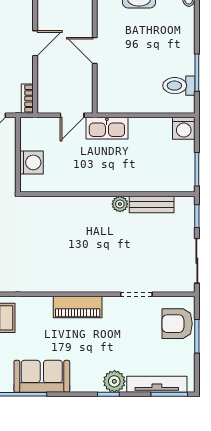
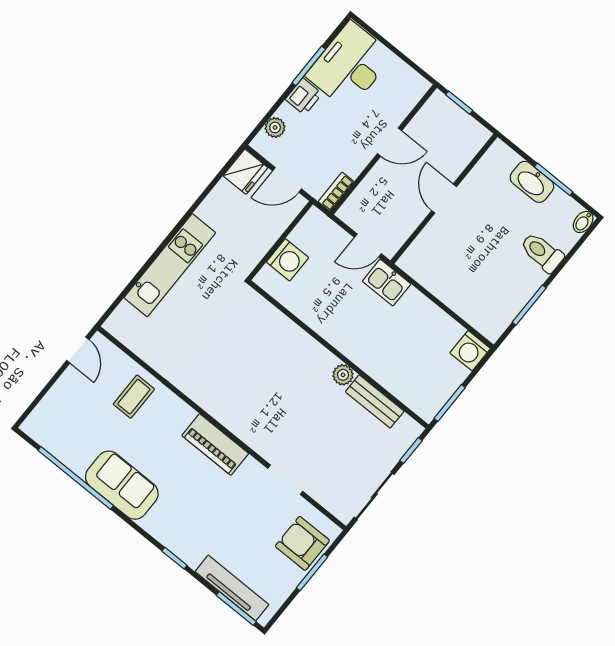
toilet: (179, 86) -> (542, 252), moved
kitchen sink: (107, 128) -> (387, 283), width x0.73
plant: (114, 381) -> (191, 550), removed

